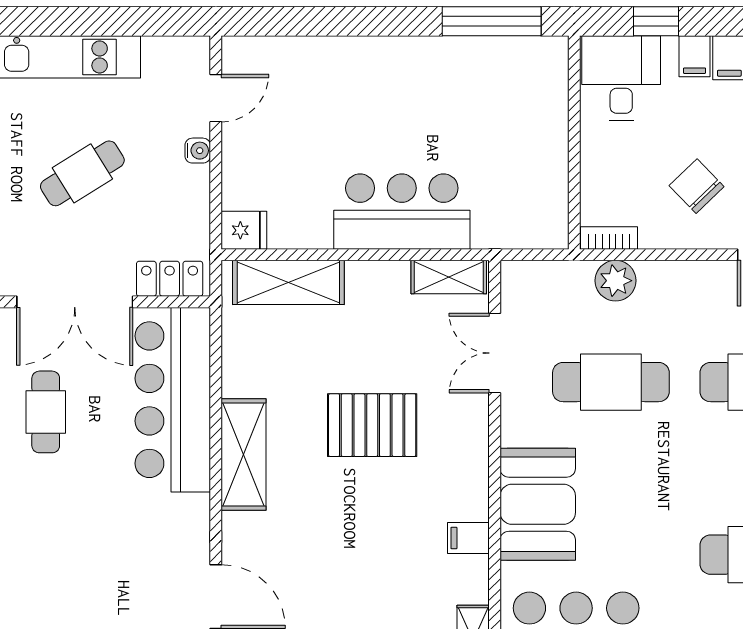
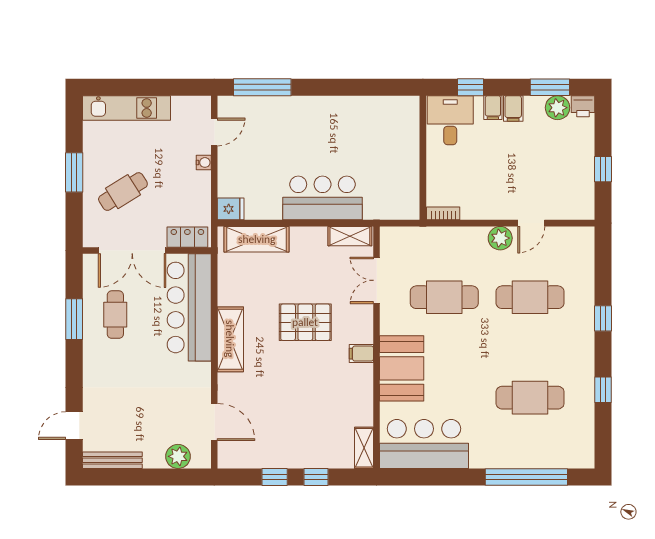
window: (492, 21) -> (262, 87), moved
cafe table: (82, 173) -> (123, 192), moved
chair: (697, 186) -> (494, 183), removed
plant: (616, 281) -> (500, 238), moved
filing cabinet: (468, 538) -> (361, 354), moved

